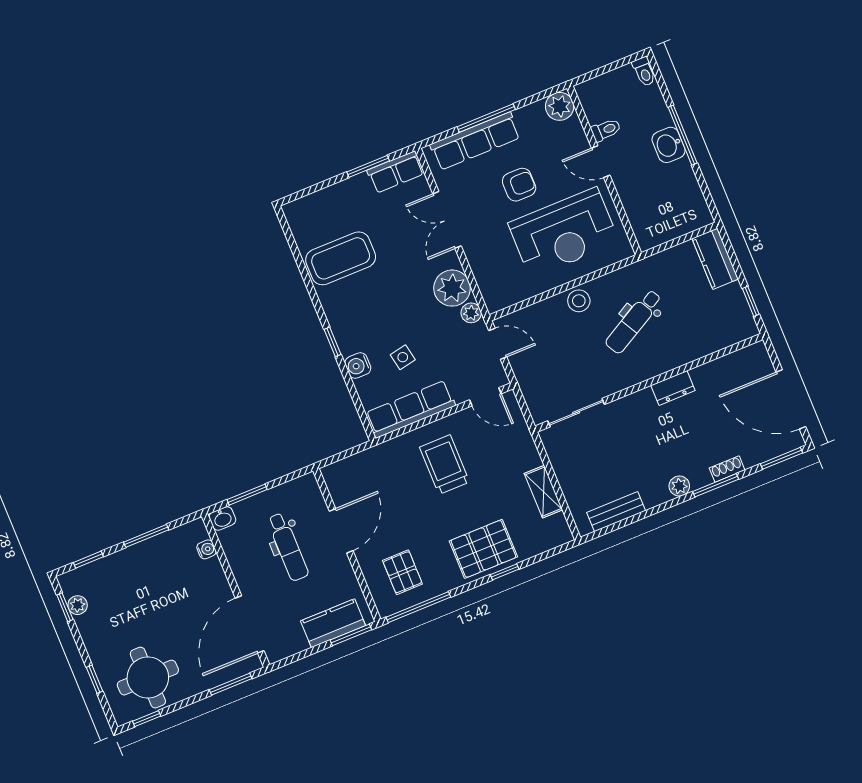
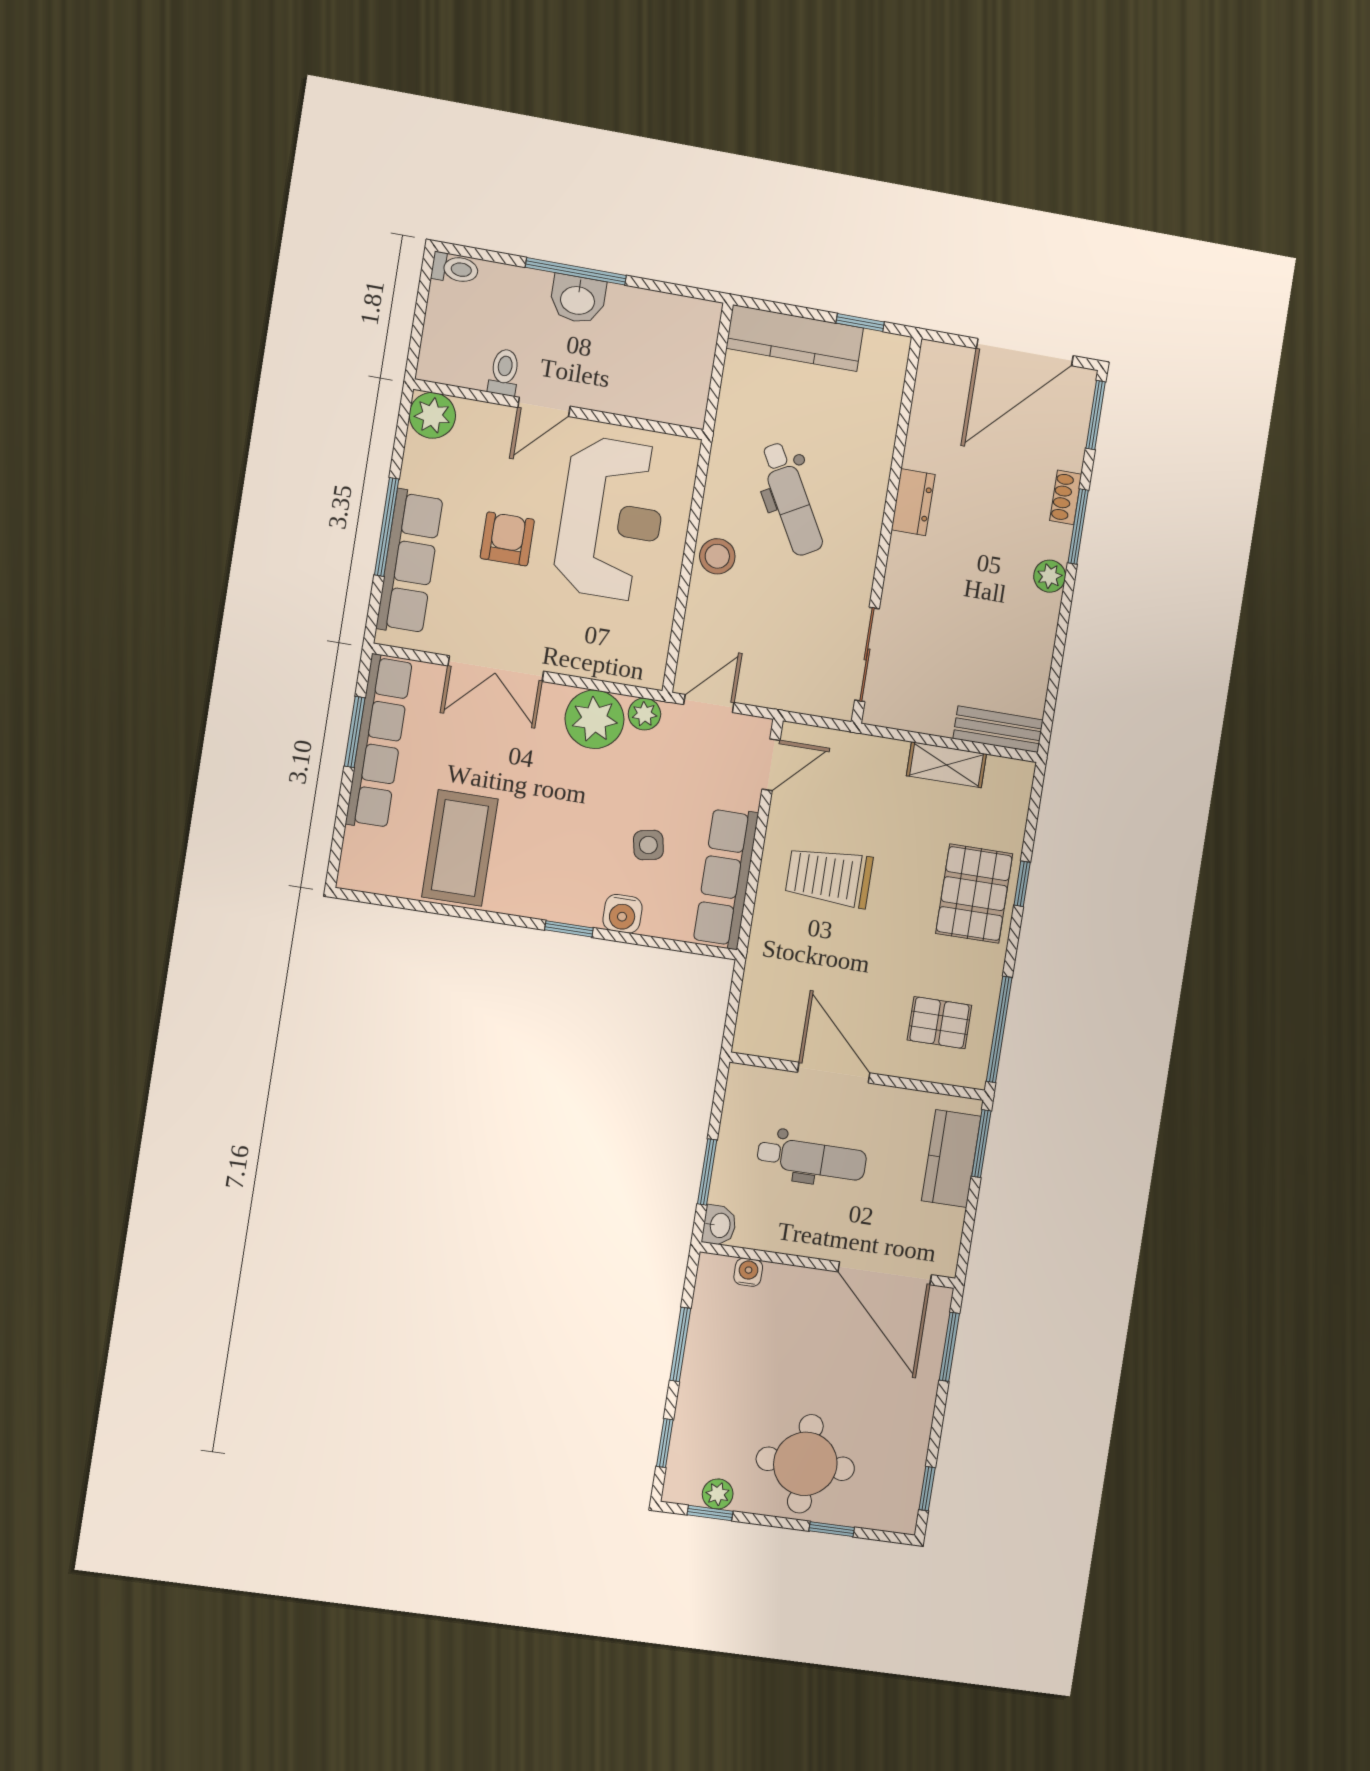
row of seats: (396, 172) -> (379, 742), width x2.02
kitchen counter: (715, 259) -> (795, 338), width x1.50
bench: (616, 512) -> (998, 729), moved, turned 90
round table: (148, 678) -> (805, 1464), moved

